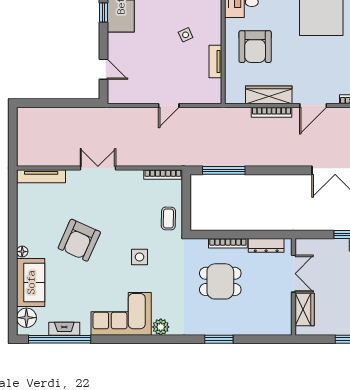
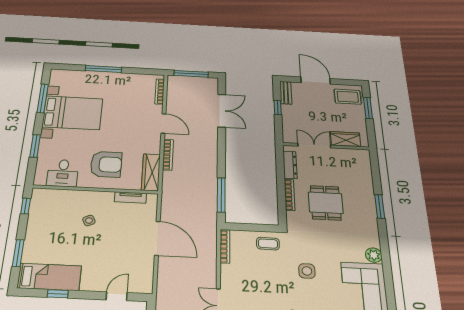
tv unit: (215, 62) -> (130, 198), moved
wardrobe: (269, 95) -> (151, 172), moved
door: (169, 105) -> (157, 238), width x1.87

